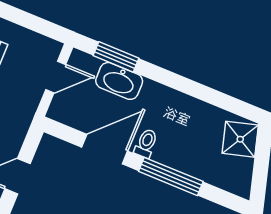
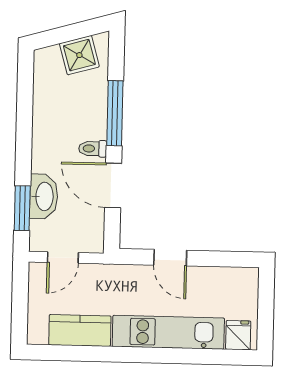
door: (56, 77) -> (63, 258), swing flipped
shower: (240, 139) -> (79, 55), moved

